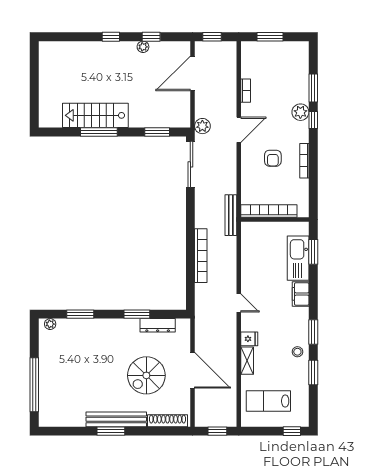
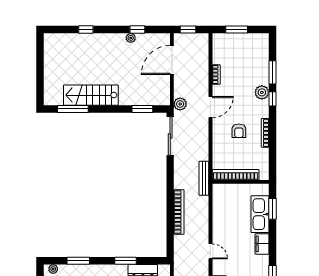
window: (111, 37) -> (86, 29), moved
window: (99, 132) -> (73, 109), moved

